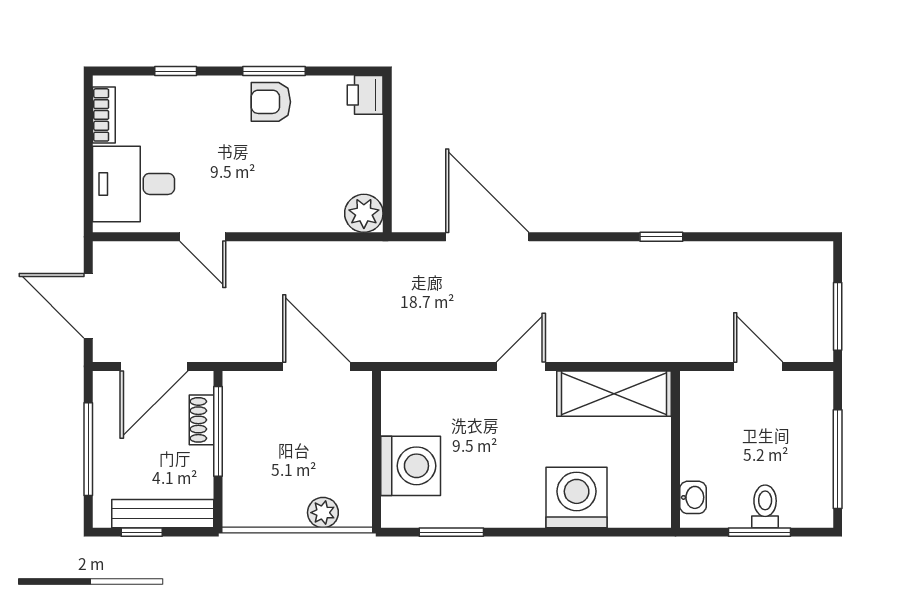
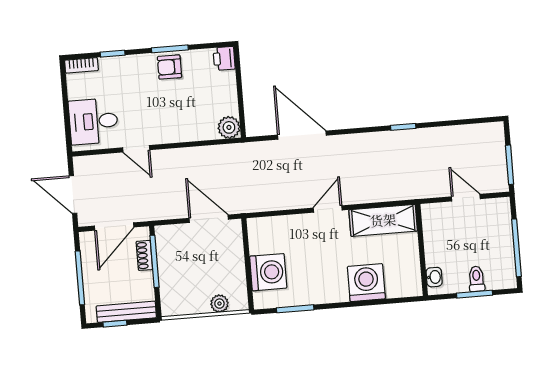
bookcase: (104, 115) -> (81, 65), moved, turned 90

